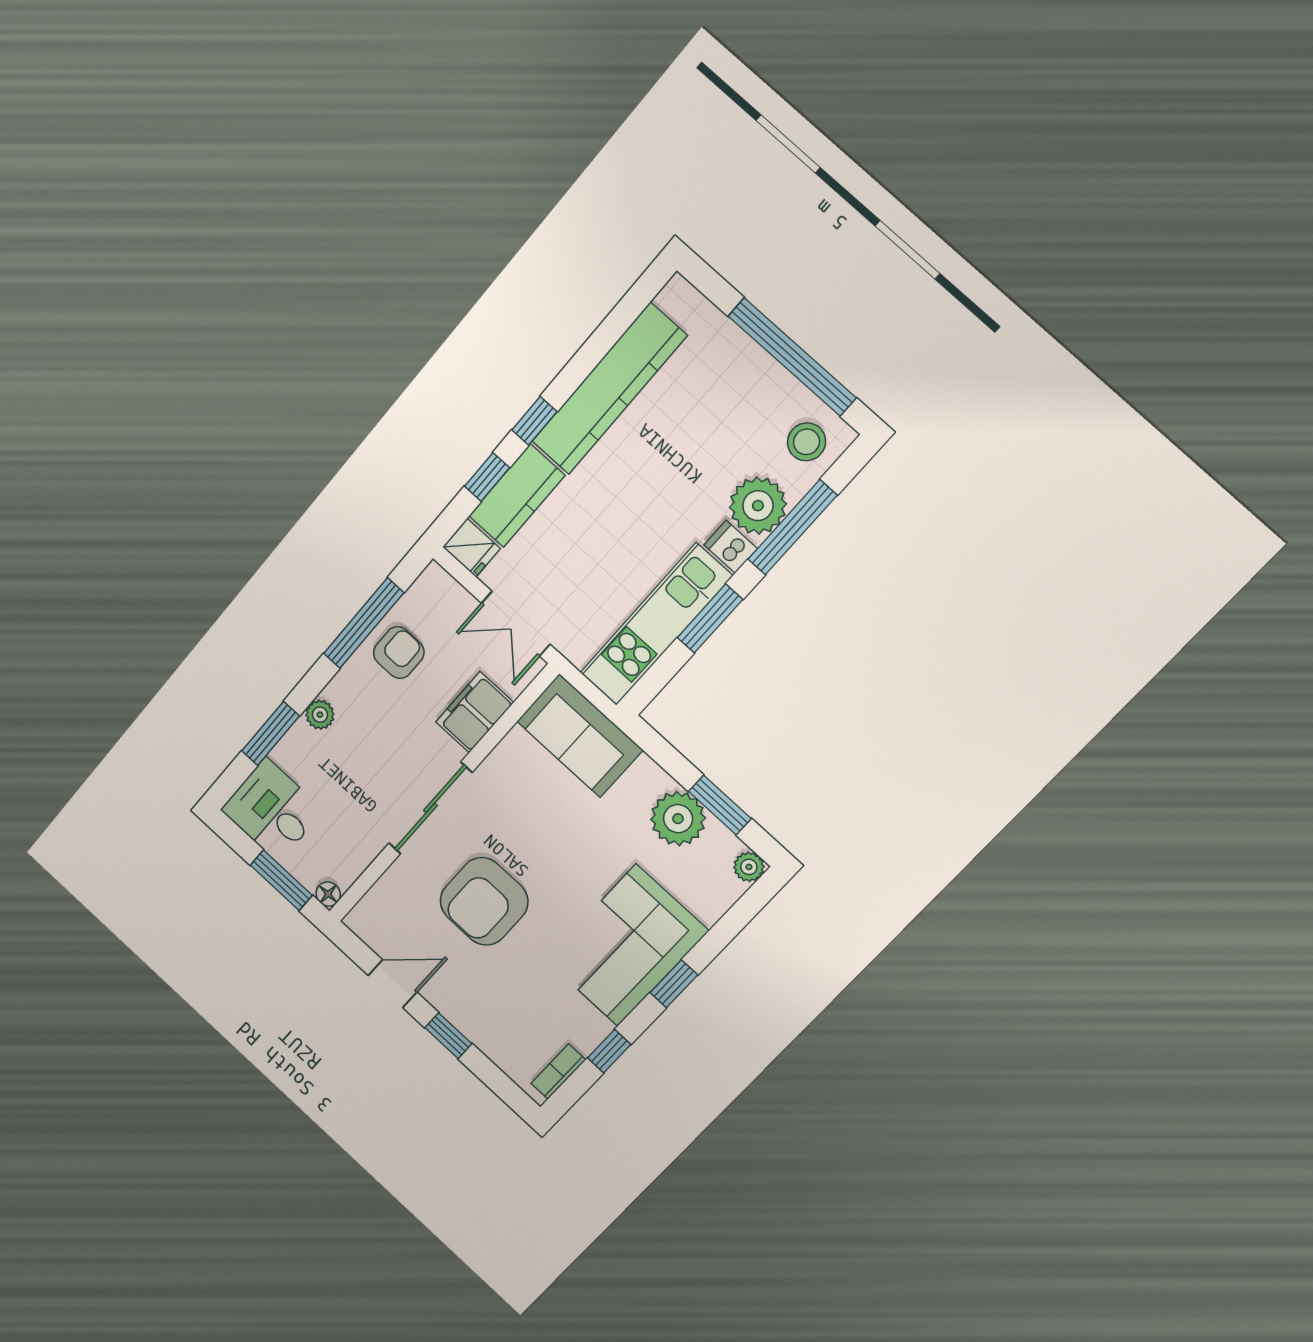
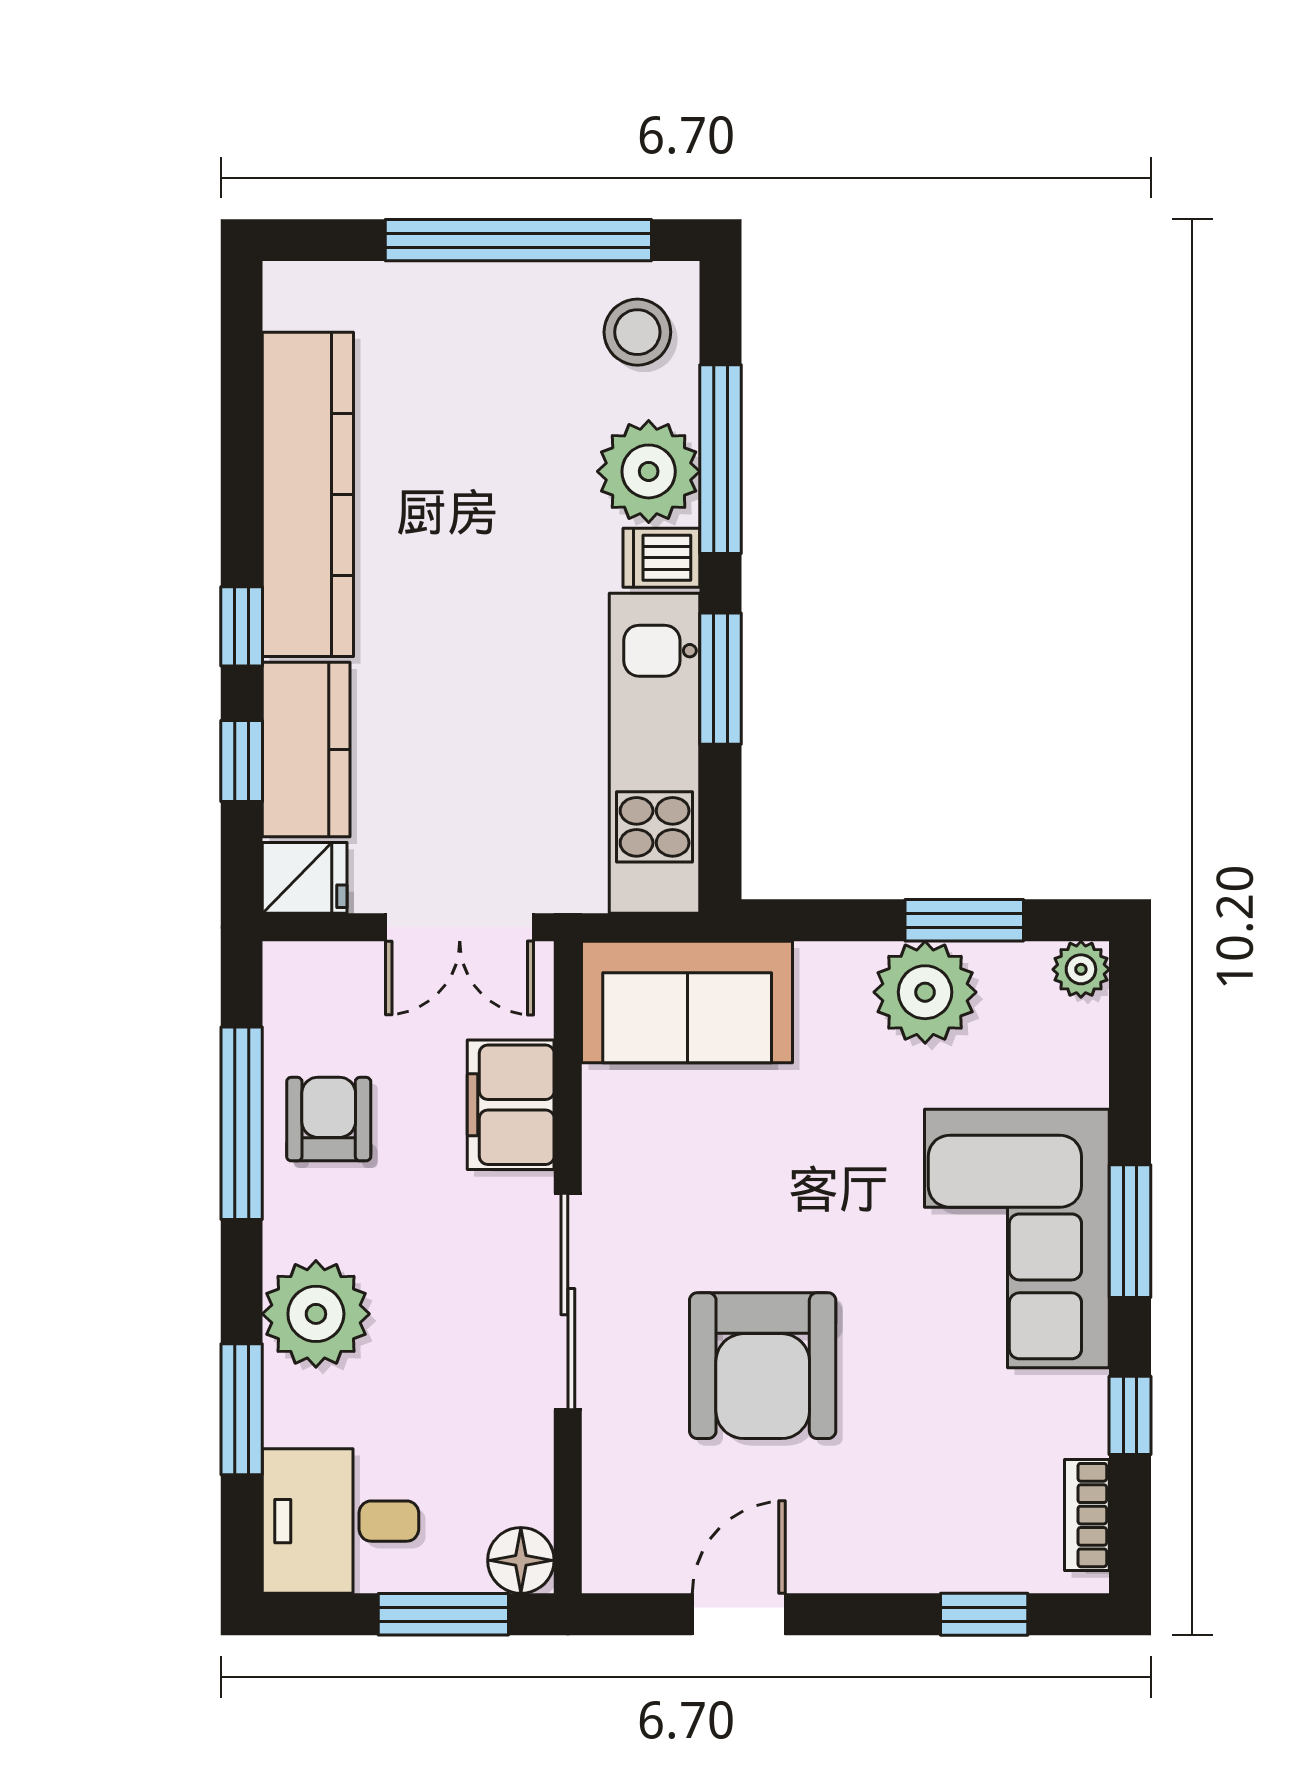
plant: (320, 715) -> (316, 1314), width x1.88, depth x1.88
floor lamp: (328, 894) -> (521, 1560), width x1.37, depth x1.37
window: (674, 984) -> (1130, 1231), width x1.50
window: (448, 1036) -> (984, 1614), moved

